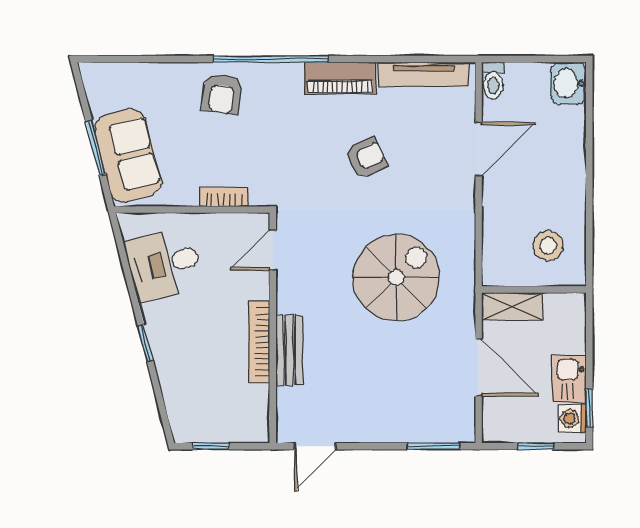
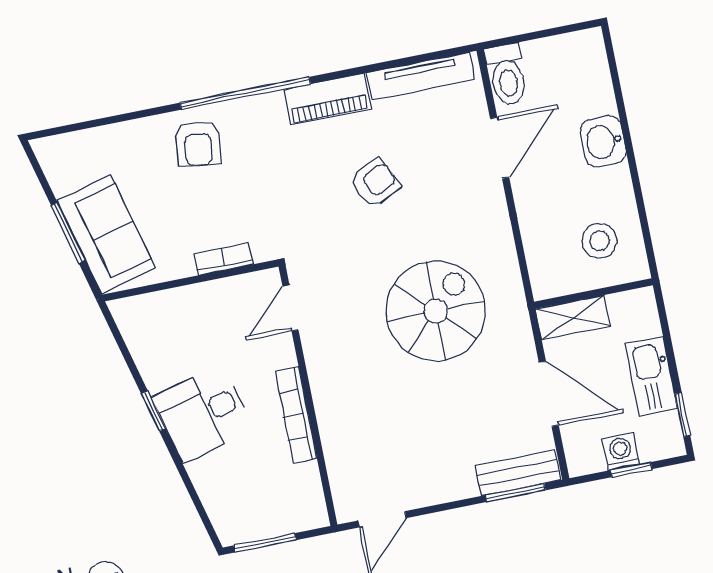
toilet: (493, 81) -> (507, 75), width x1.37, depth x1.39
washbasin: (568, 83) -> (603, 141), moved
desk: (164, 264) -> (203, 414), moved
window: (145, 343) -> (153, 411), moved
bench: (289, 350) -> (518, 473), moved, turned 90
kitchen sink: (569, 379) -> (651, 376), width x1.38
washing machine: (572, 418) -> (621, 452), moved, turned 90
window: (211, 446) -> (265, 543), width x1.50

